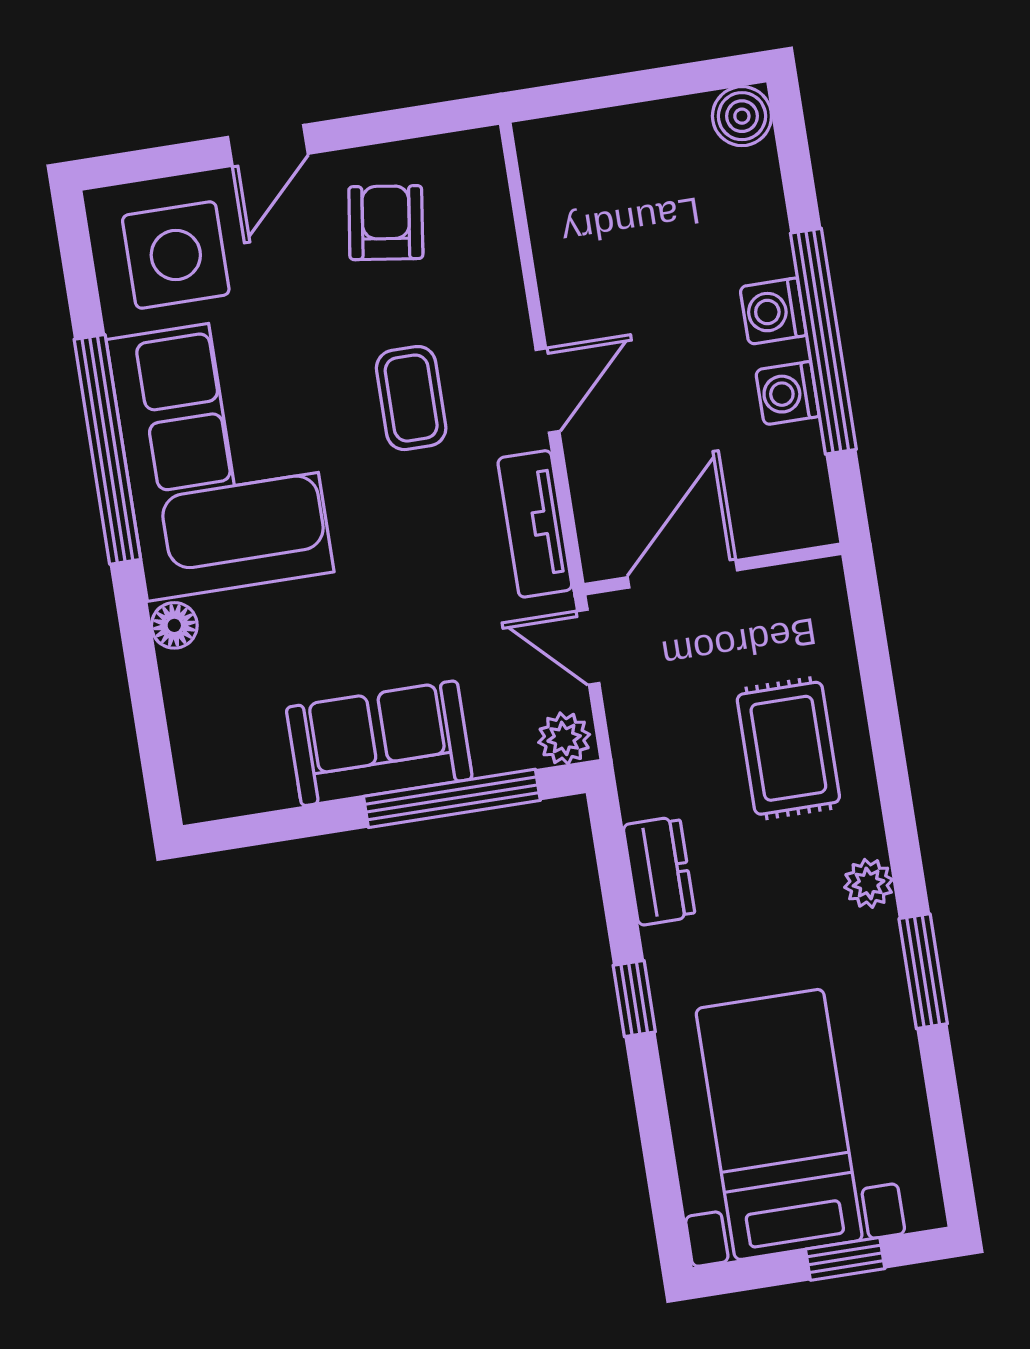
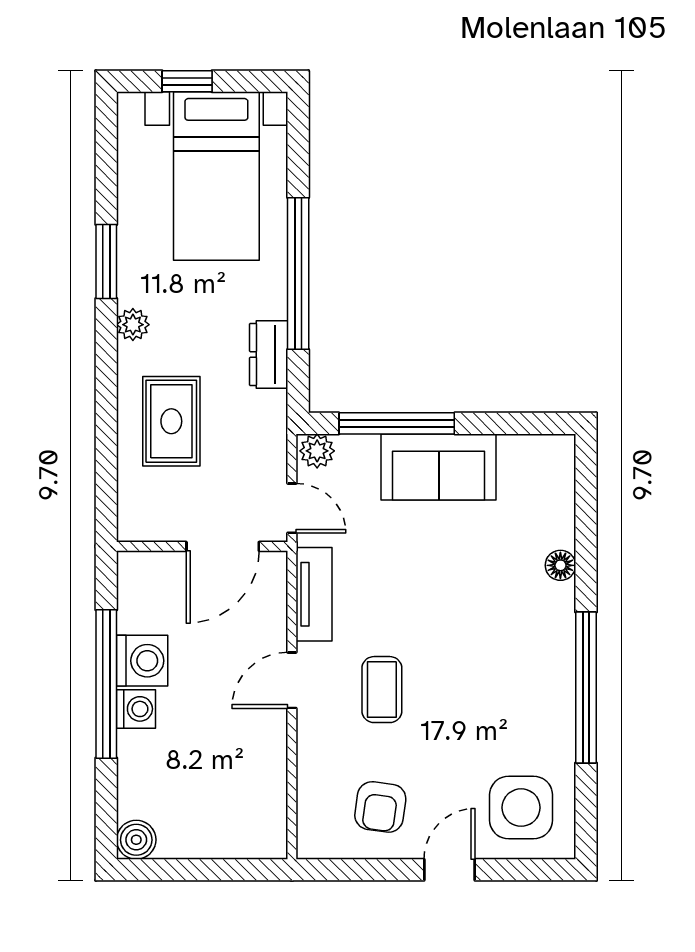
washing machine: (787, 393) -> (142, 661), width x1.38, depth x1.38
corner sofa: (220, 456) -> (513, 672), removed
window: (634, 999) -> (298, 273), width x3.17

